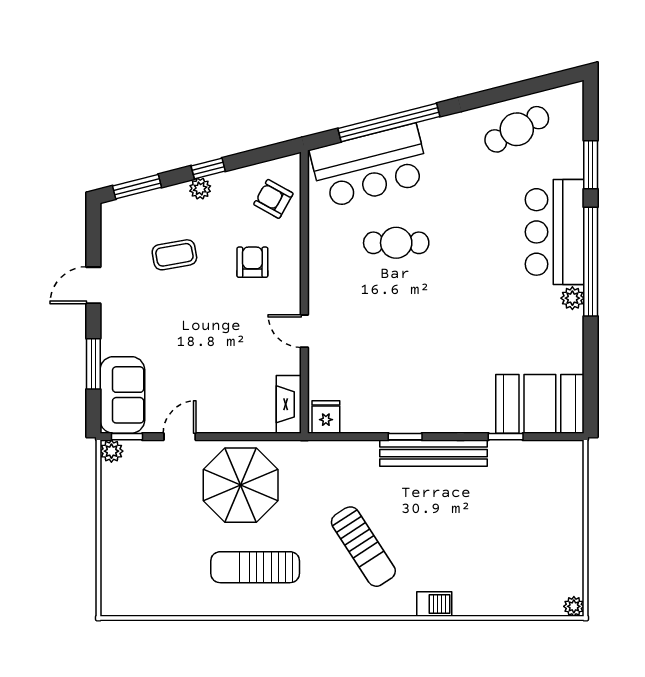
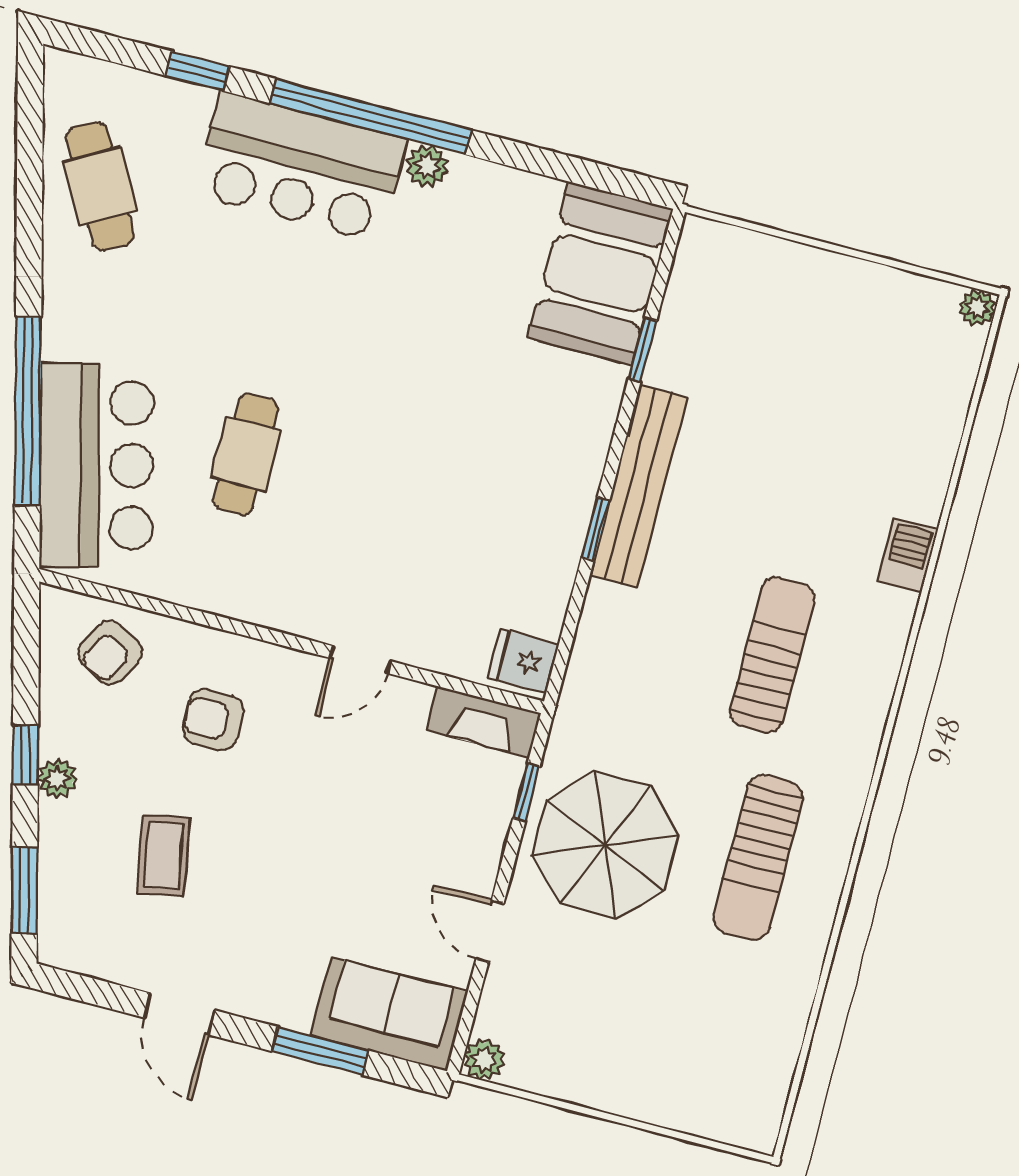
window: (591, 165) -> (198, 71), width x0.67
window: (127, 437) -> (526, 792), moved
sun lounger: (363, 547) -> (772, 655), turned -57

